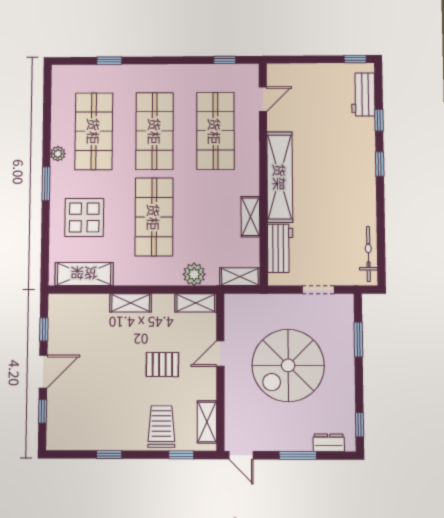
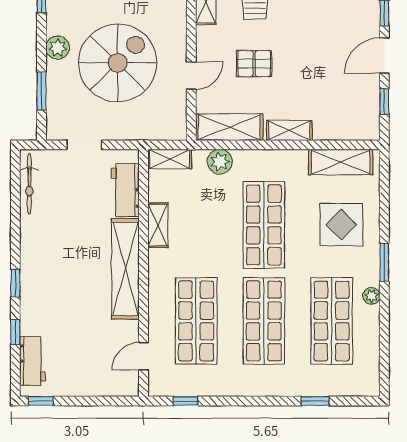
shelving: (196, 303) -> (229, 127), width x1.50, depth x1.33
plant: (344, 380) -> (58, 48), added

